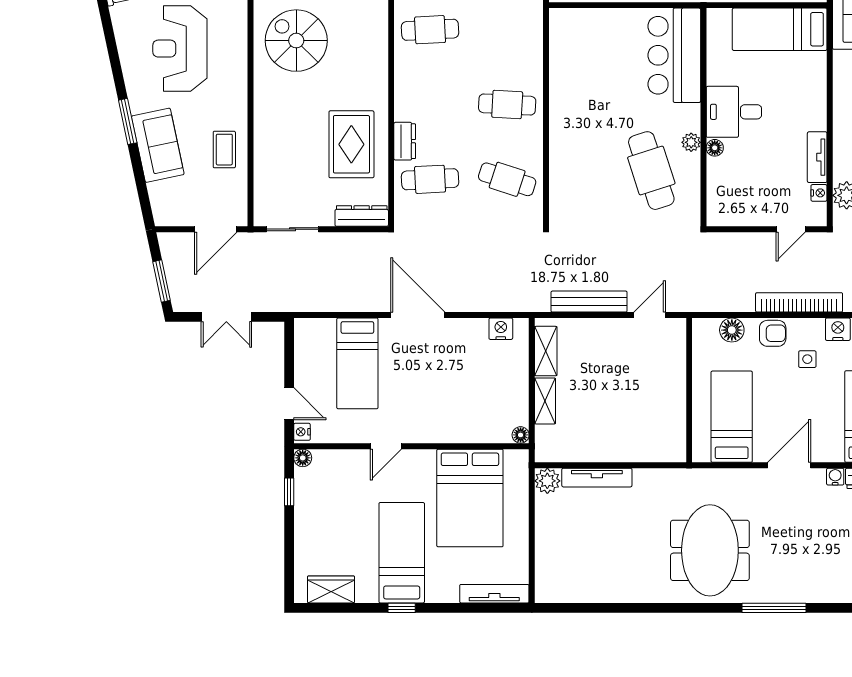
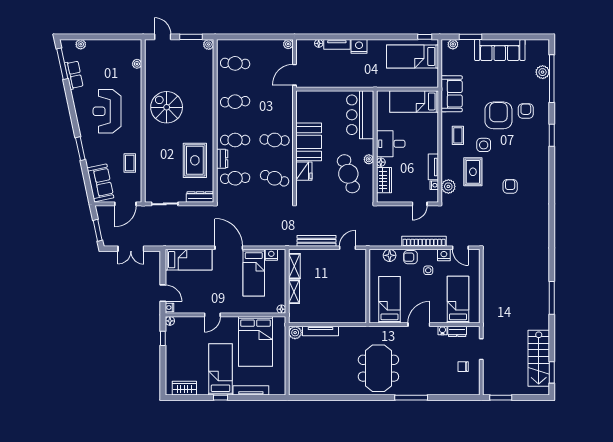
cafe table: (430, 105) -> (235, 140), added
booth: (574, 108) -> (309, 142), added
sofa: (158, 145) -> (100, 183), moved
fridge: (564, 165) -> (304, 171), added
wardrobe: (721, 183) -> (384, 180), added
armchair: (773, 333) -> (411, 257), turned 180
bed: (357, 363) -> (189, 260), moved, turned -90
bed: (467, 364) -> (254, 273), added
tv unit: (494, 594) -> (251, 390), moved

